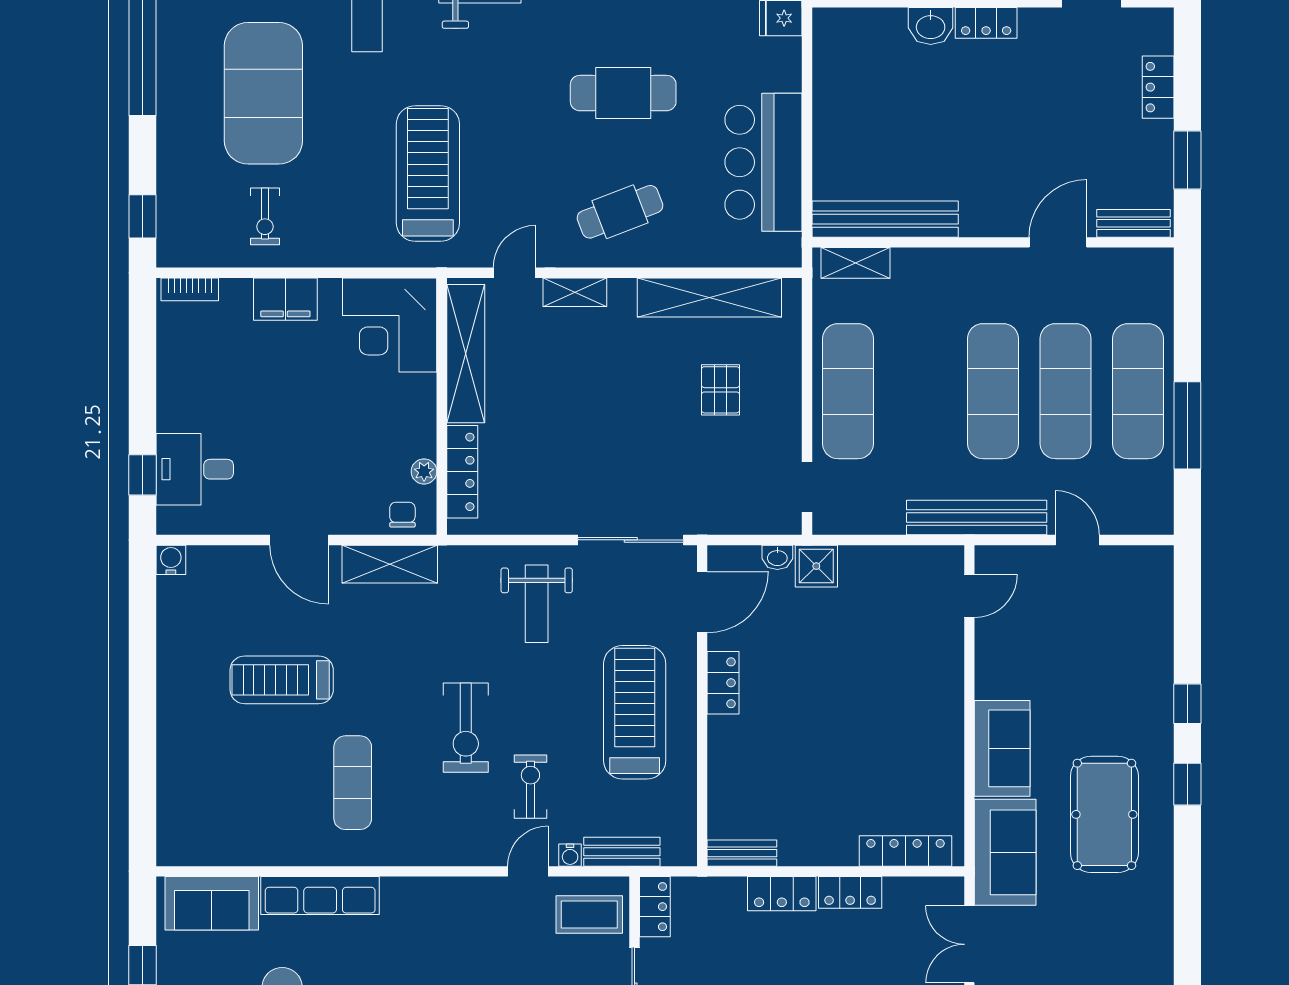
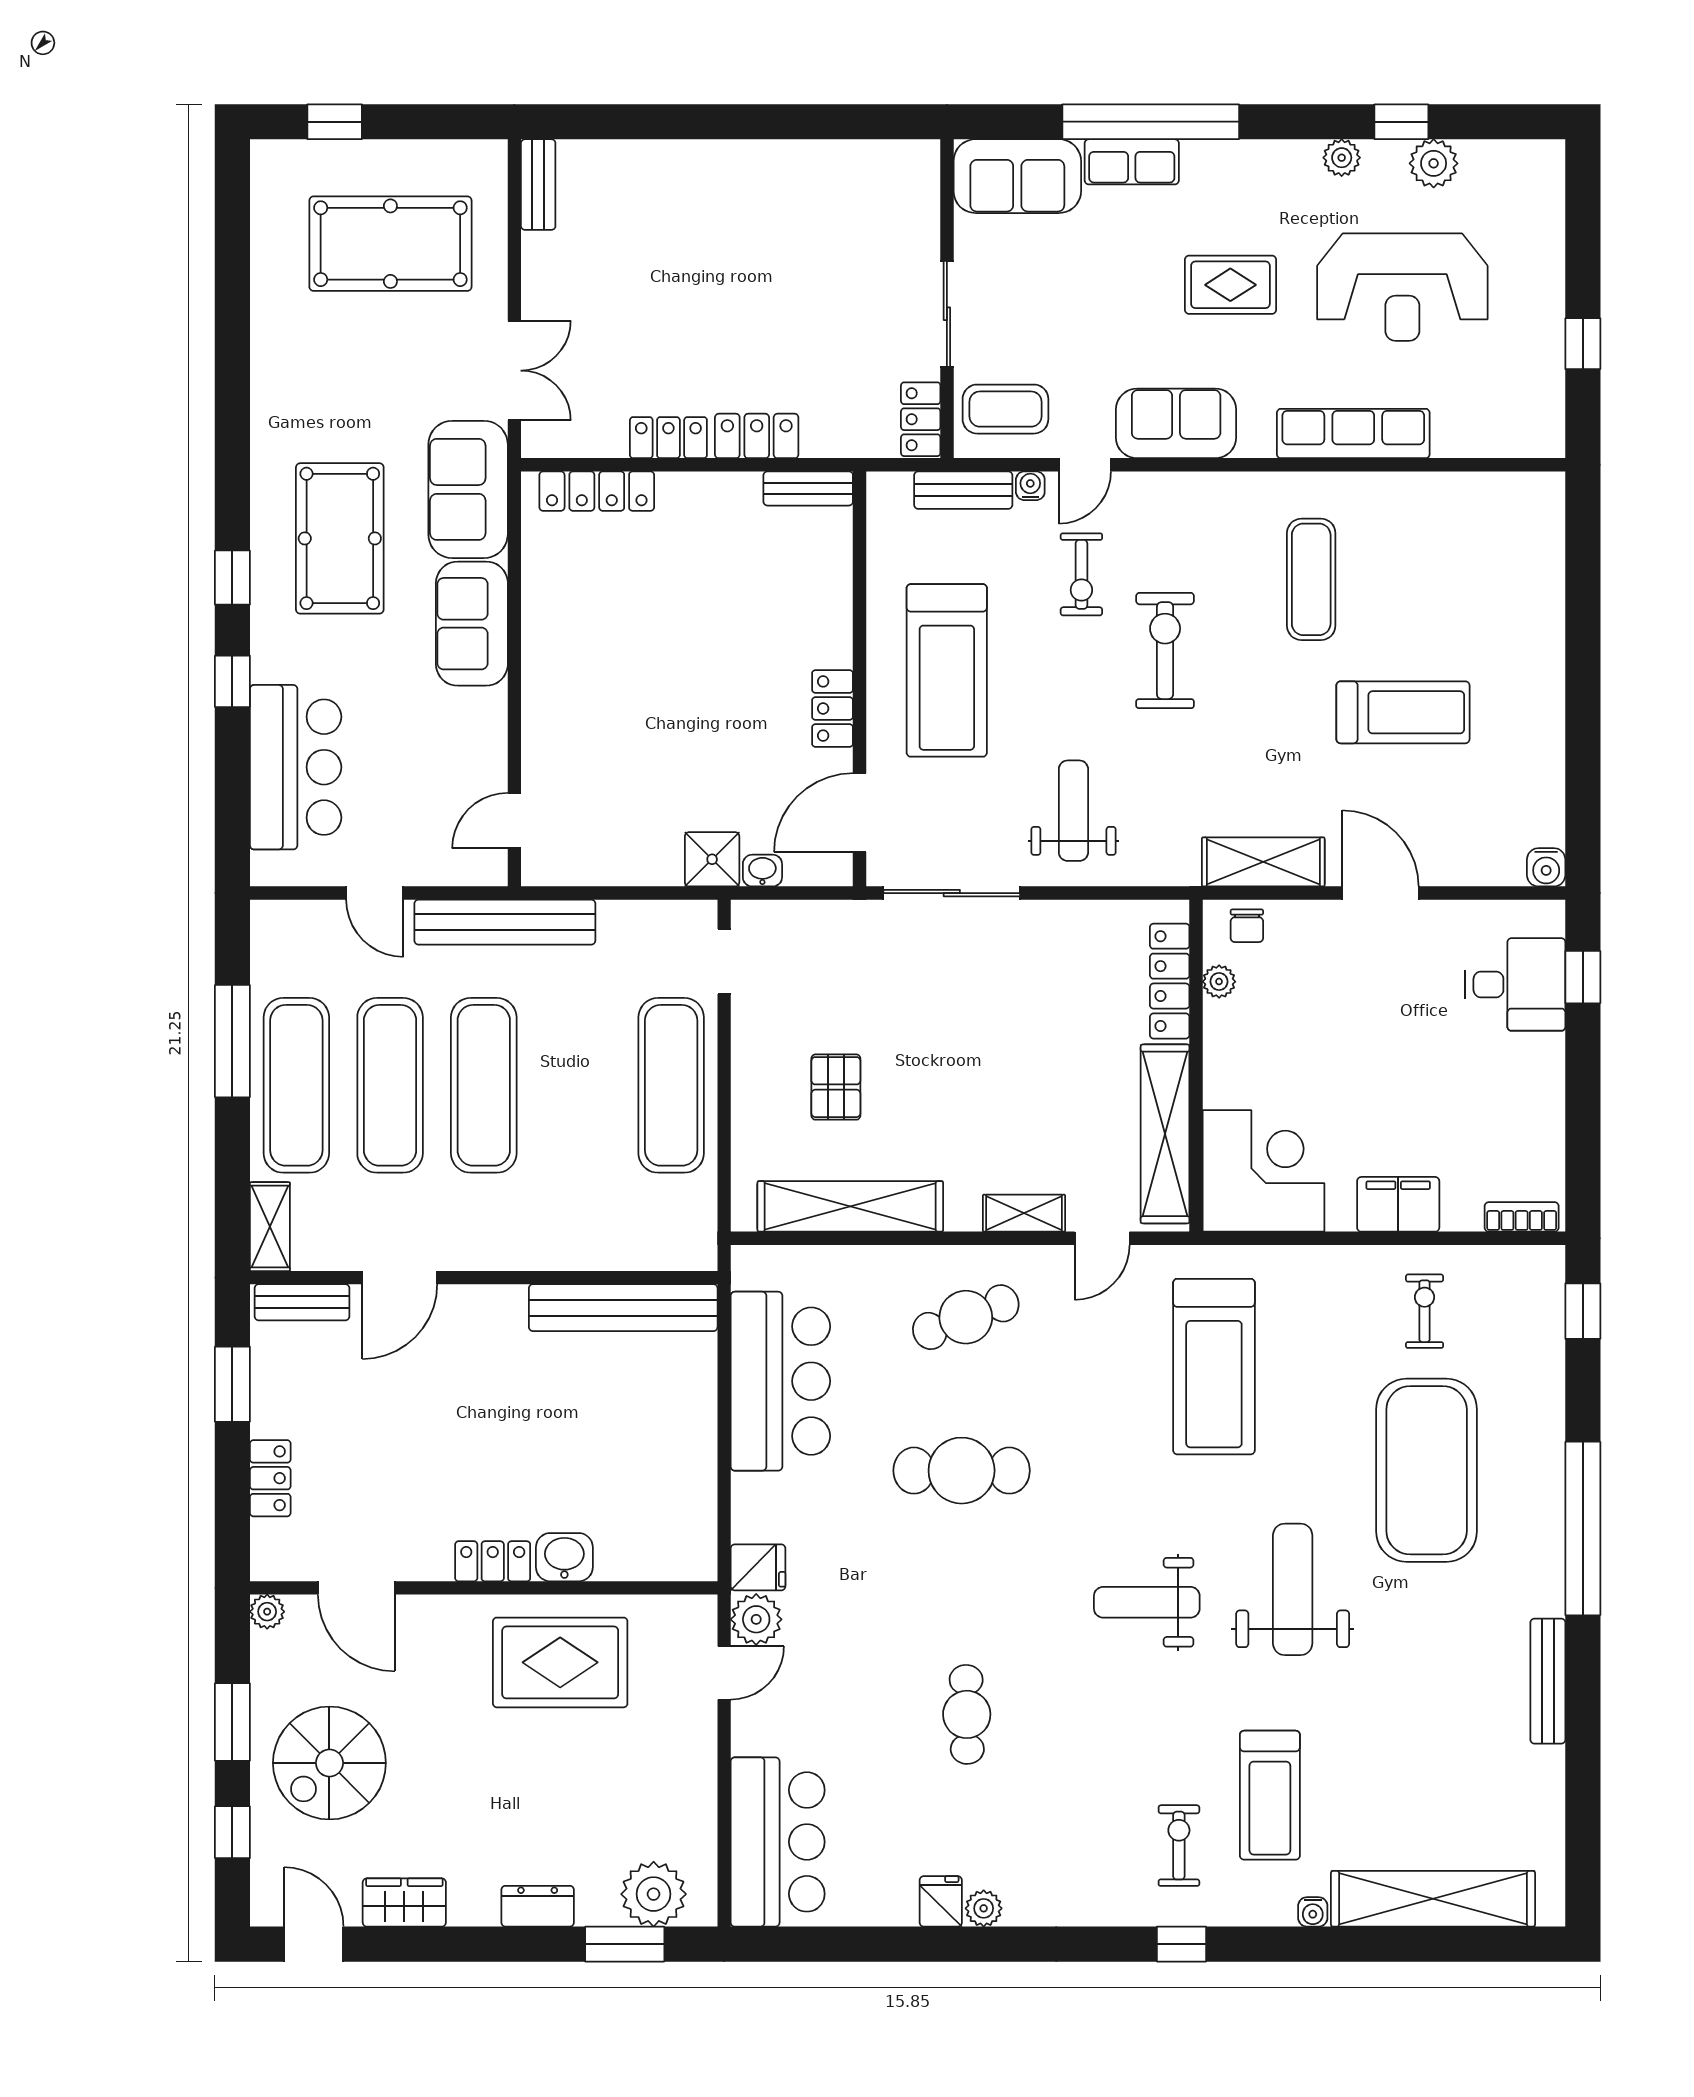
shelving: (856, 263) -> (270, 1227), moved, turned 90
bar counter: (1139, 637) -> (296, 767), added
sofa: (212, 903) -> (1176, 423), moved

